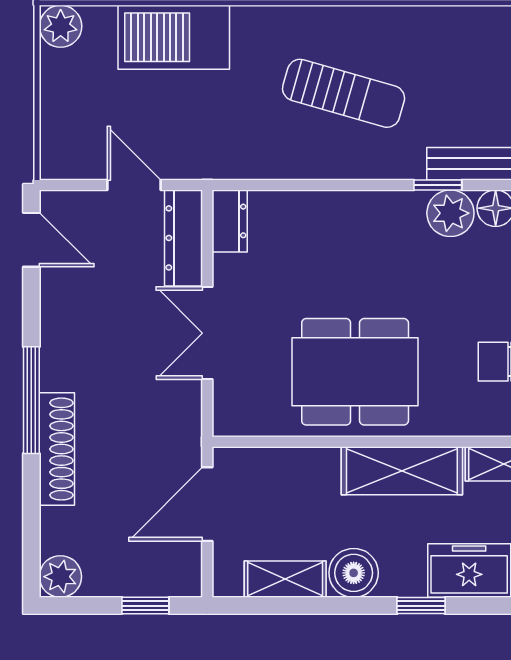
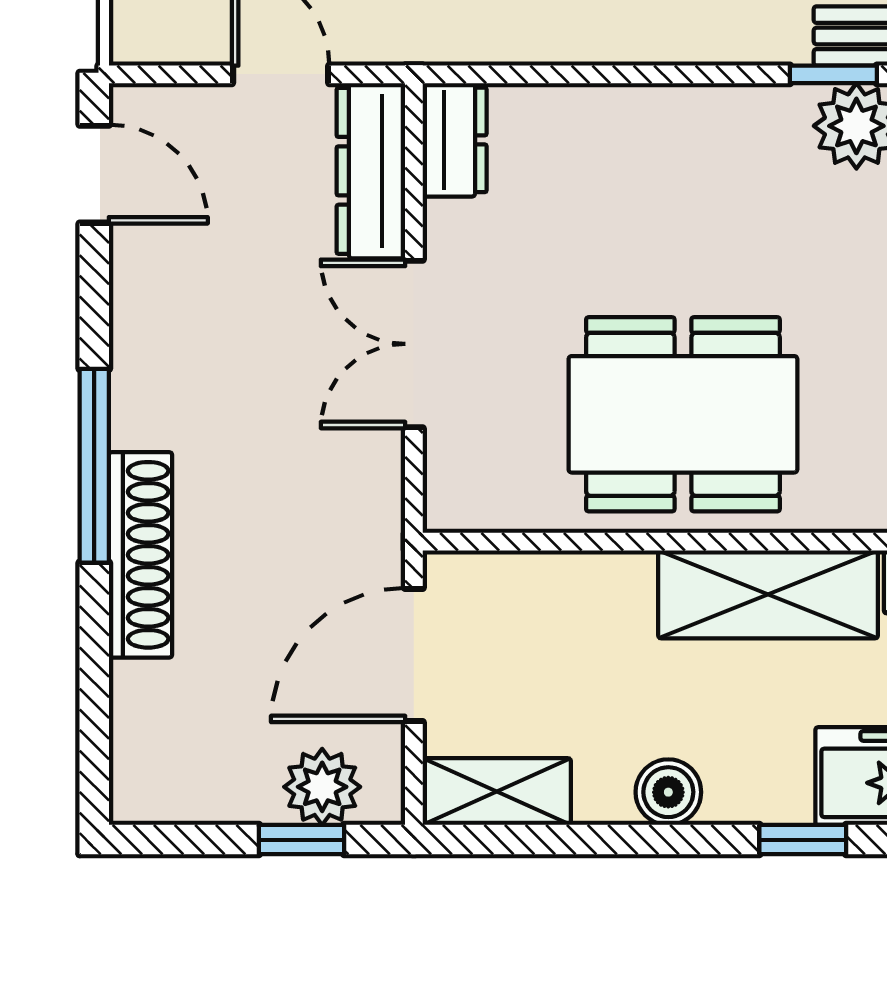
boiler: (354, 573) -> (668, 792), width x0.73, depth x0.73
plant: (60, 577) -> (322, 787), moved
shelving: (285, 579) -> (497, 792), moved

